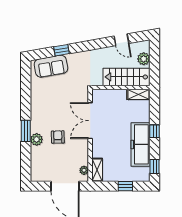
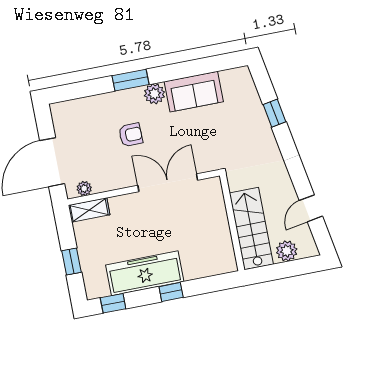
sofa: (51, 66) -> (194, 92), moved, turned -80
shelving: (138, 94) -> (226, 254), removed
plant: (37, 139) -> (154, 94), moved

